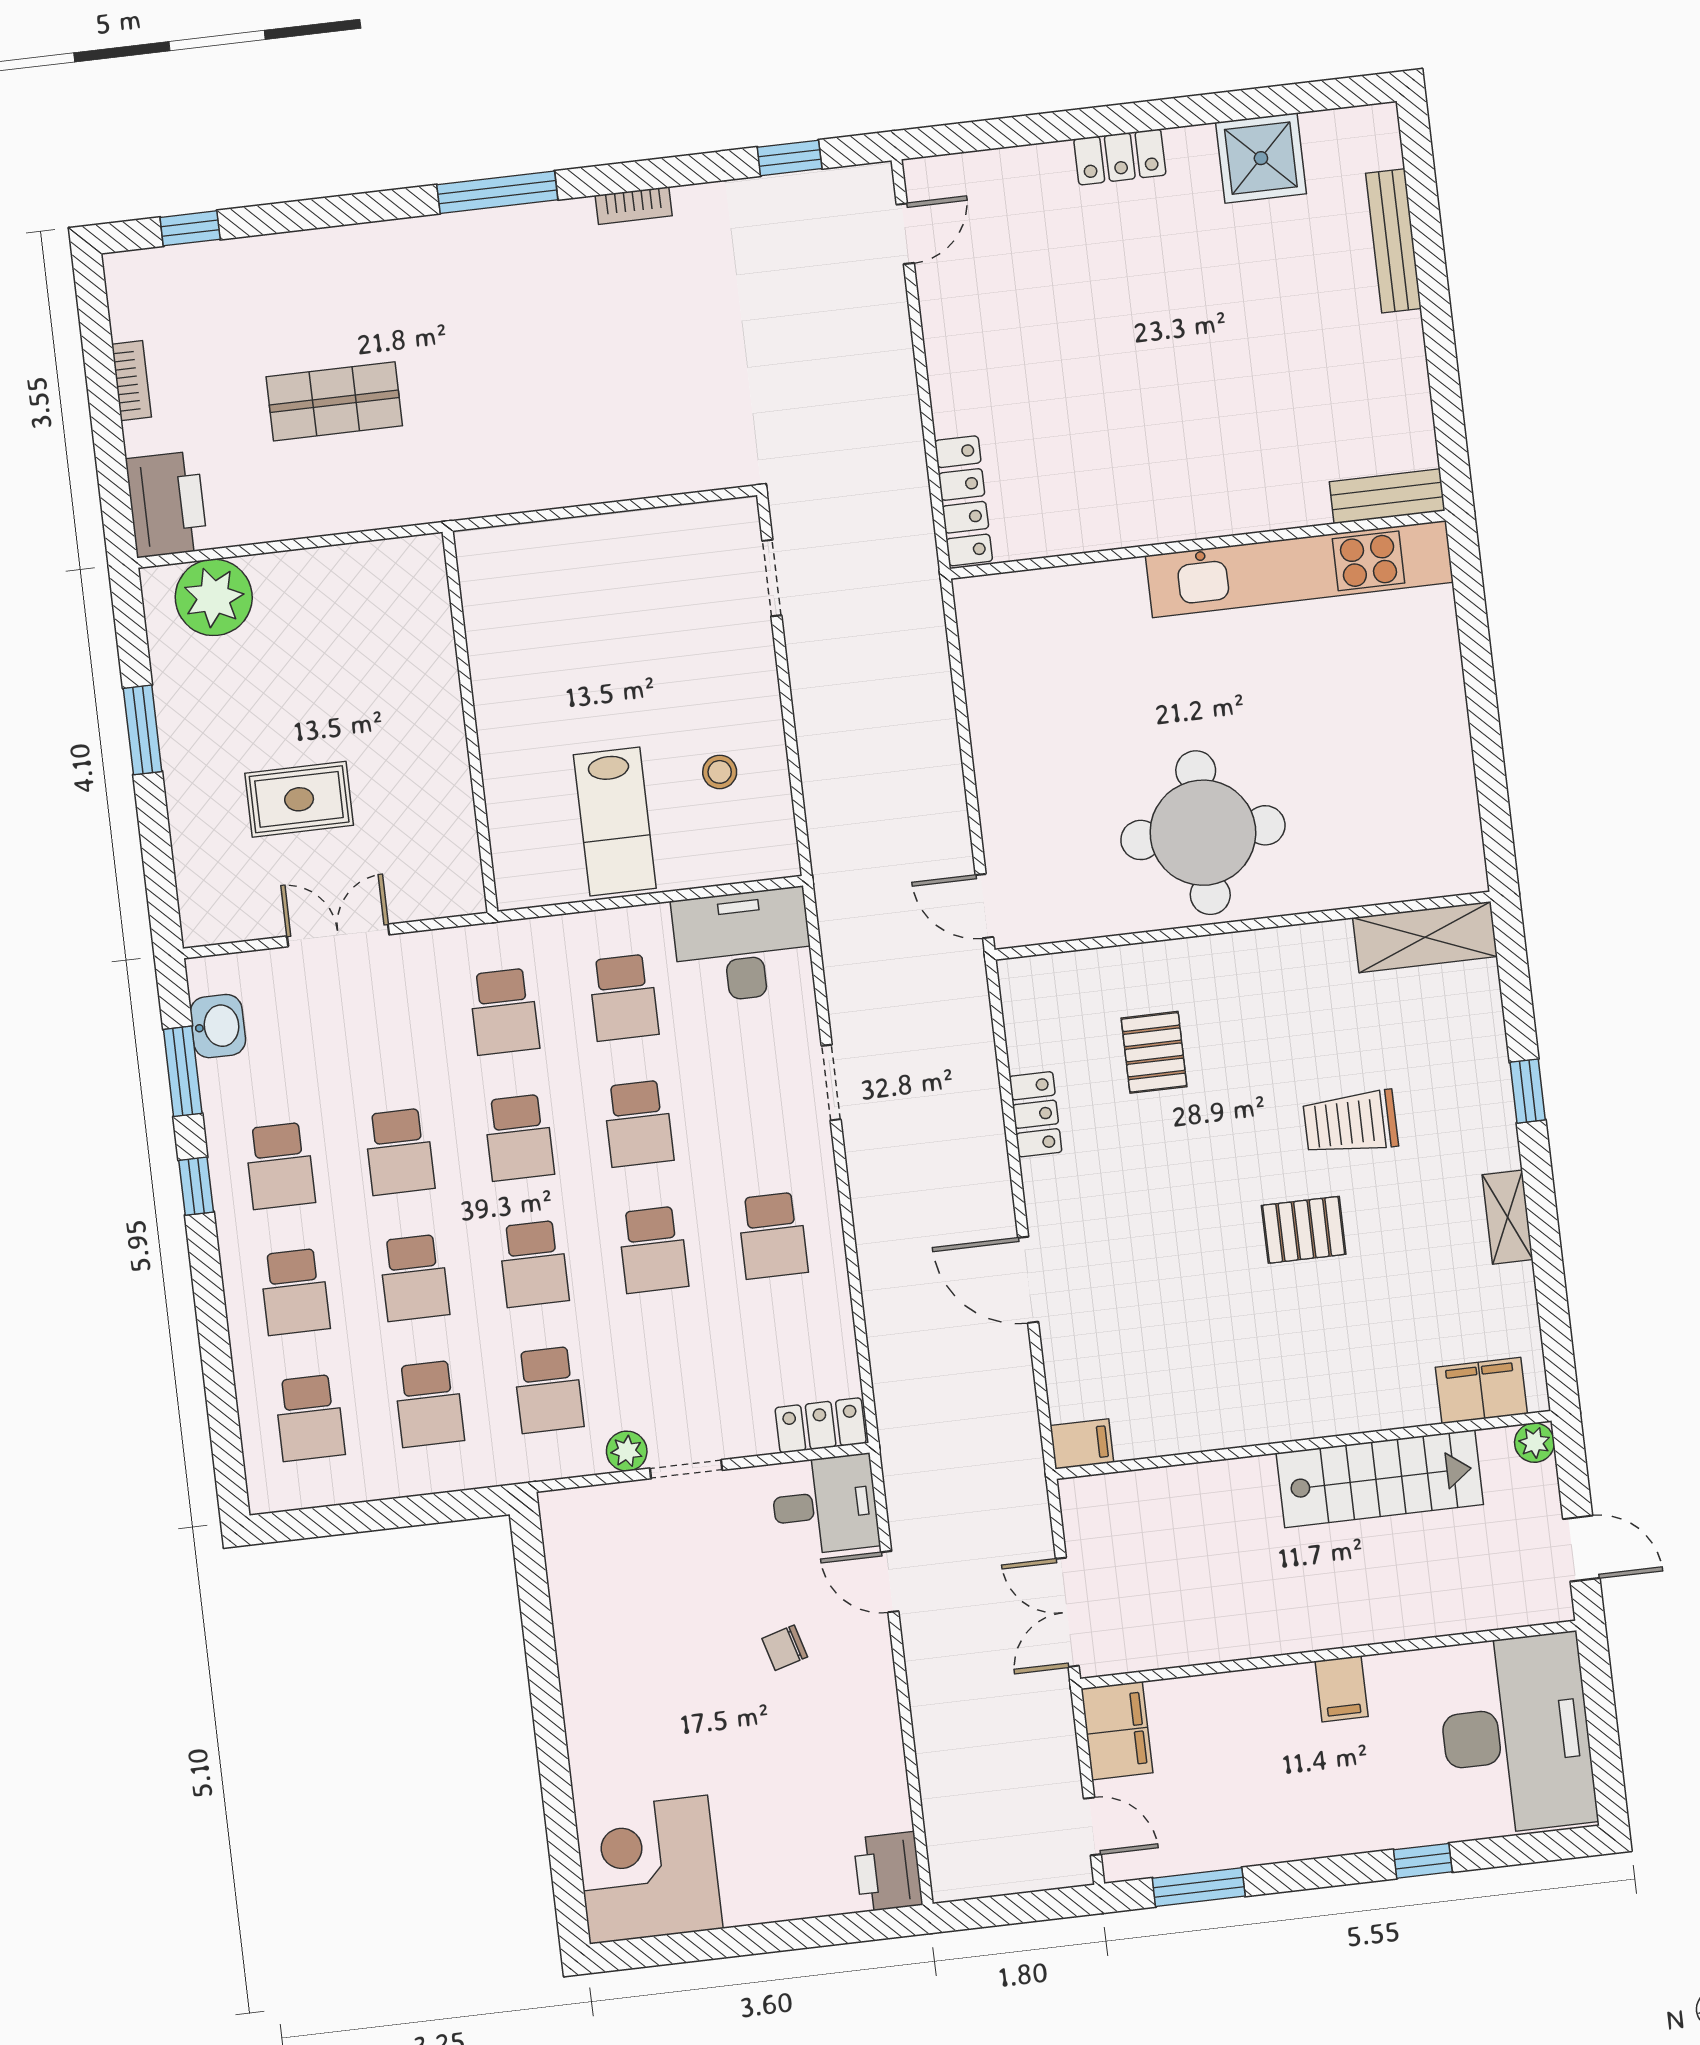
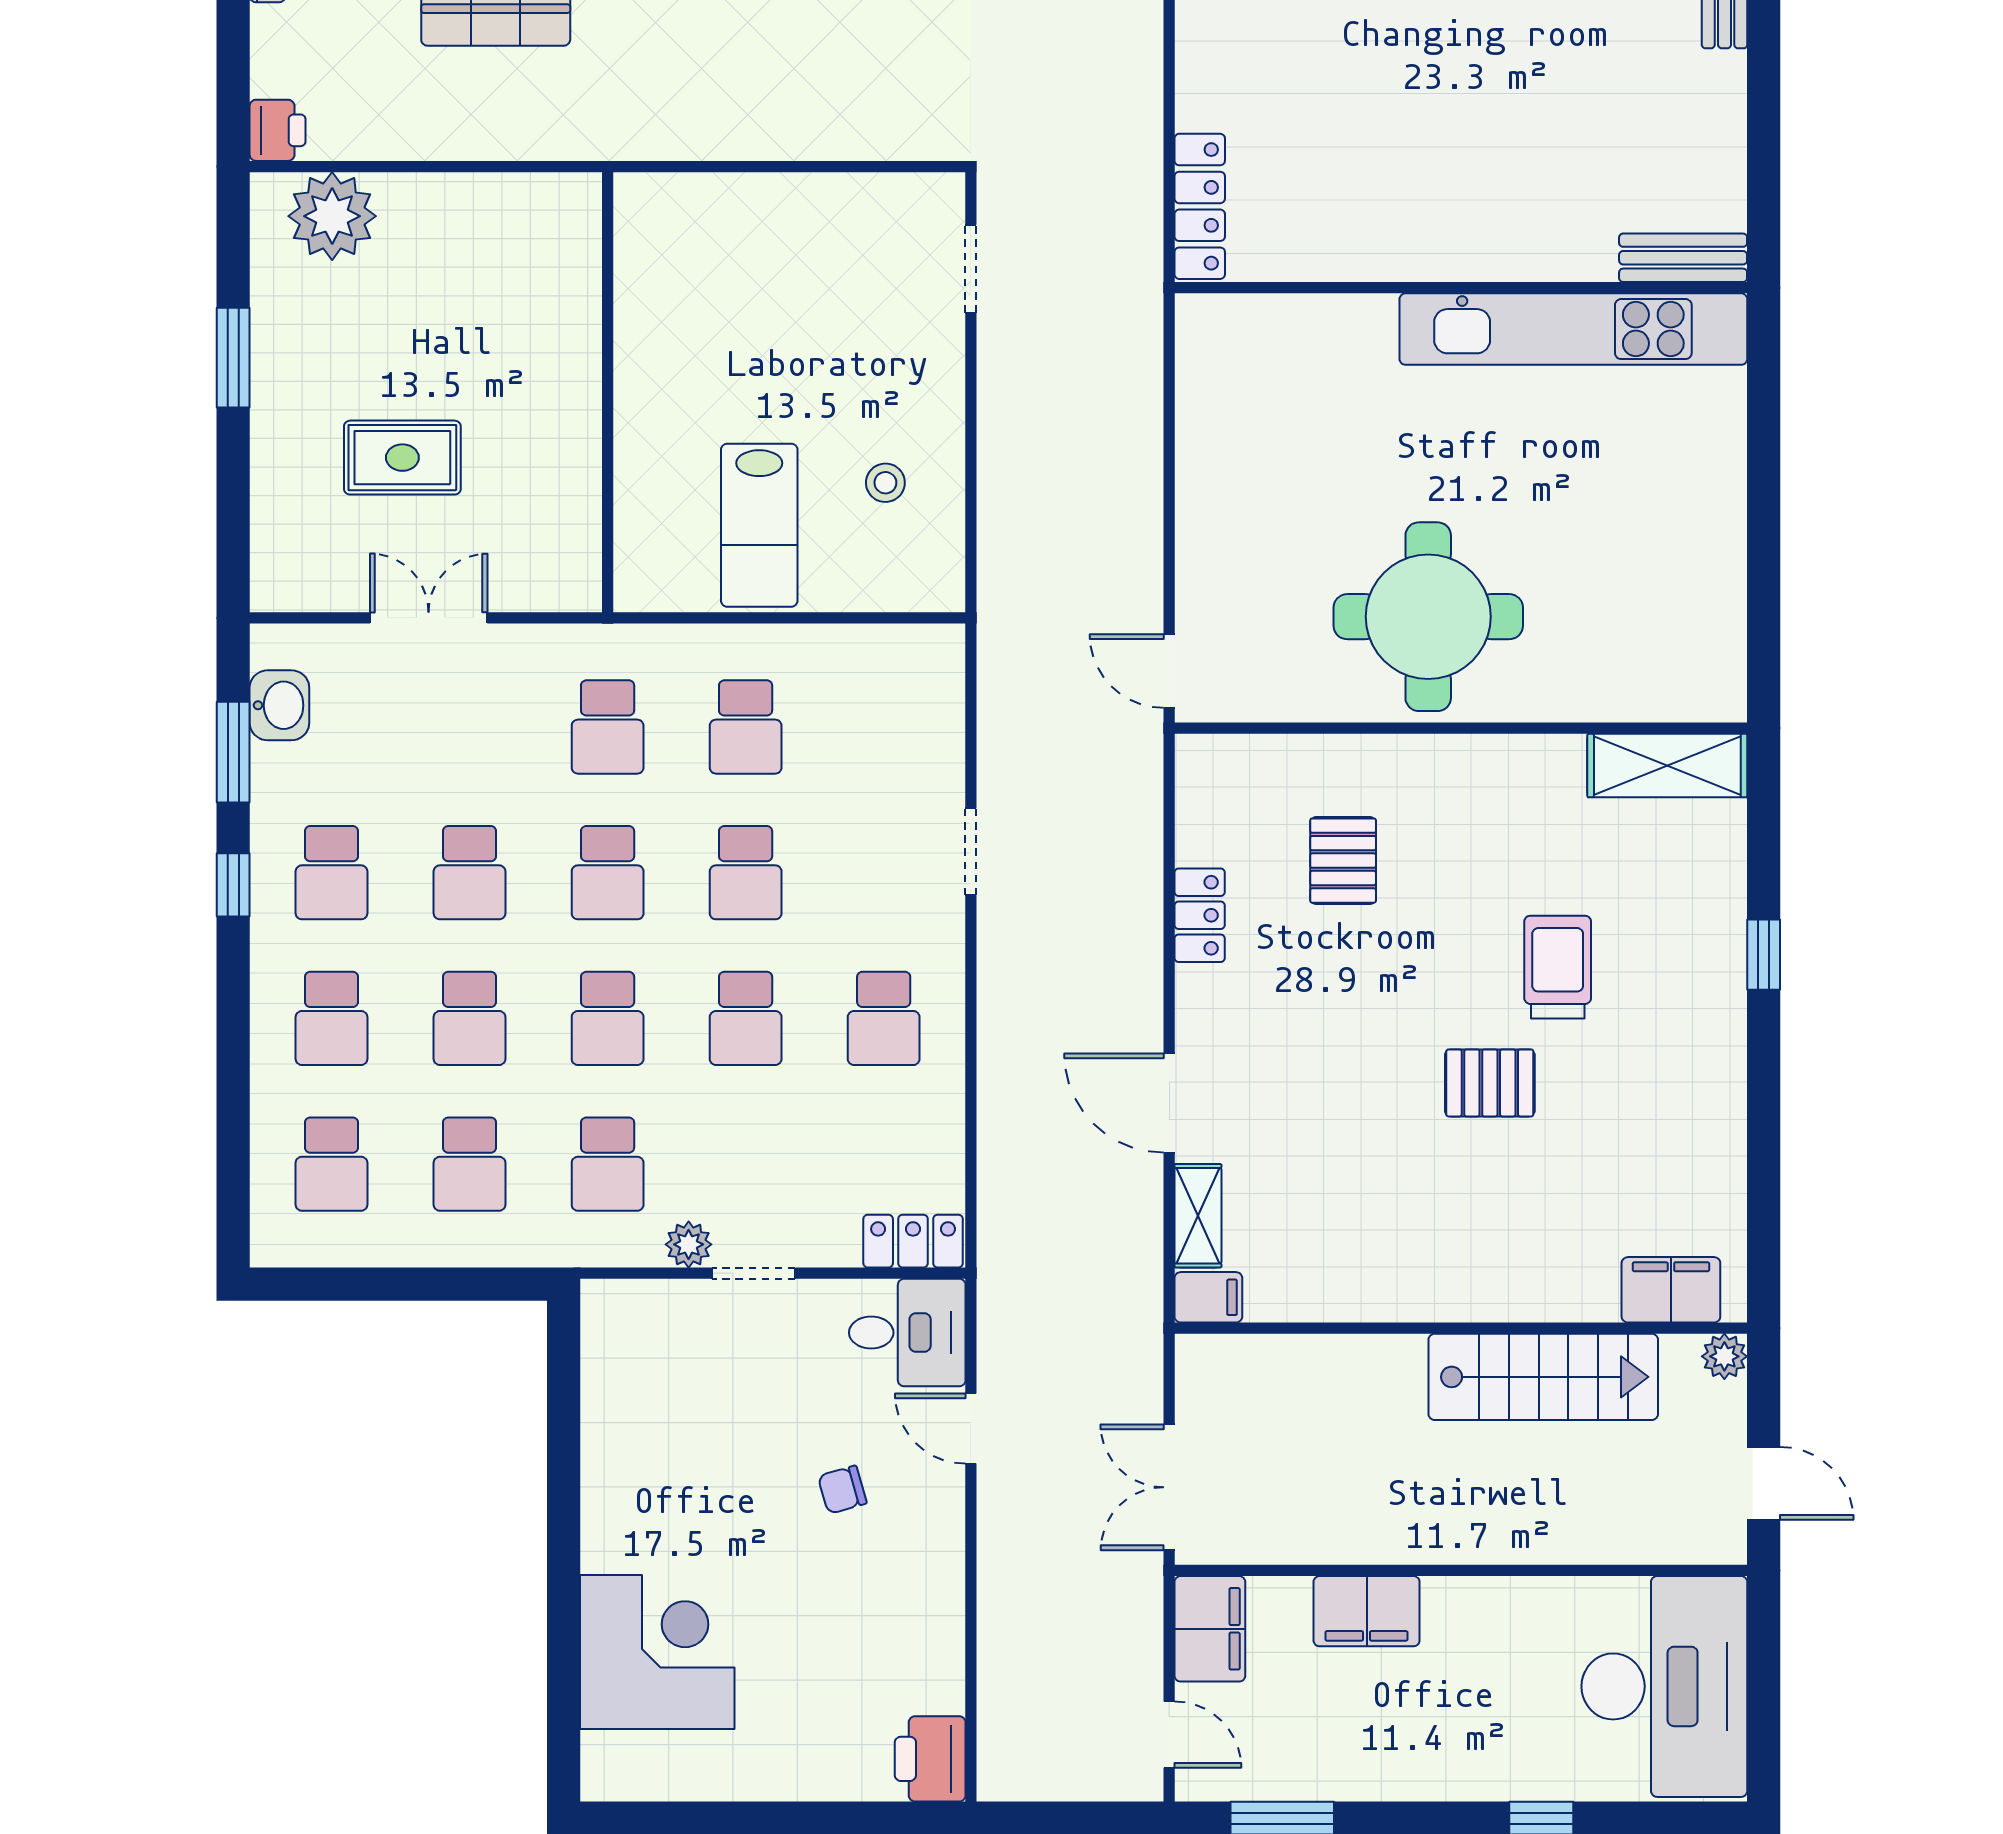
printer: (167, 504) -> (278, 130), width x0.53, depth x0.68
desk: (743, 946) -> (889, 684), removed
trolley: (1351, 1123) -> (1558, 967), turned 90
shelving: (1507, 1217) -> (1198, 1216), moved
filing cabinet: (1342, 1689) -> (1367, 1611), moved, width x2.00
corner desk: (648, 1870) -> (657, 1652), moved, turned 90

